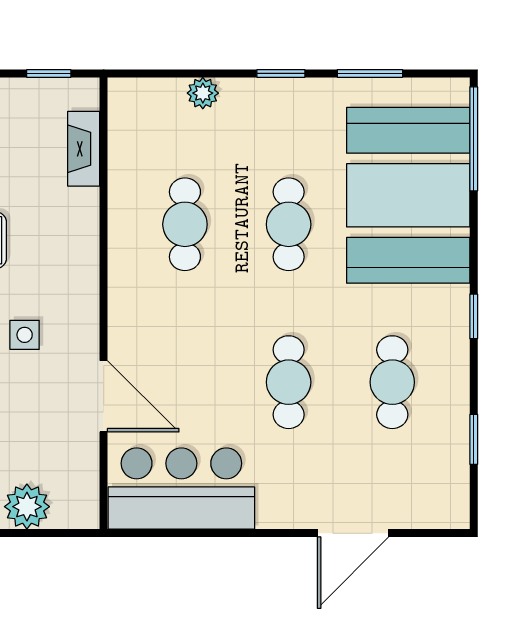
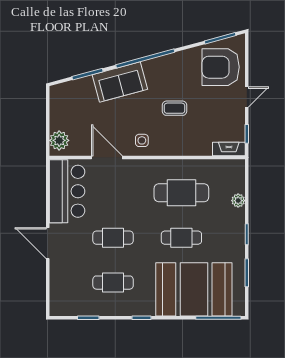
fireplace: (84, 149) -> (229, 149), moved
cafe table: (185, 224) -> (181, 193), width x1.37, depth x1.35
side table: (25, 335) -> (142, 140), moved
door: (104, 396) -> (107, 158), swing flipped
plant: (27, 507) -> (59, 140), moved
door: (353, 533) -> (48, 243), moved

